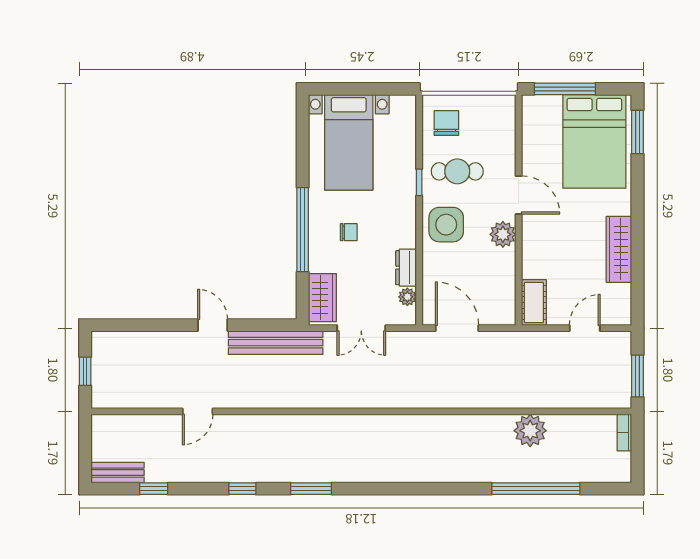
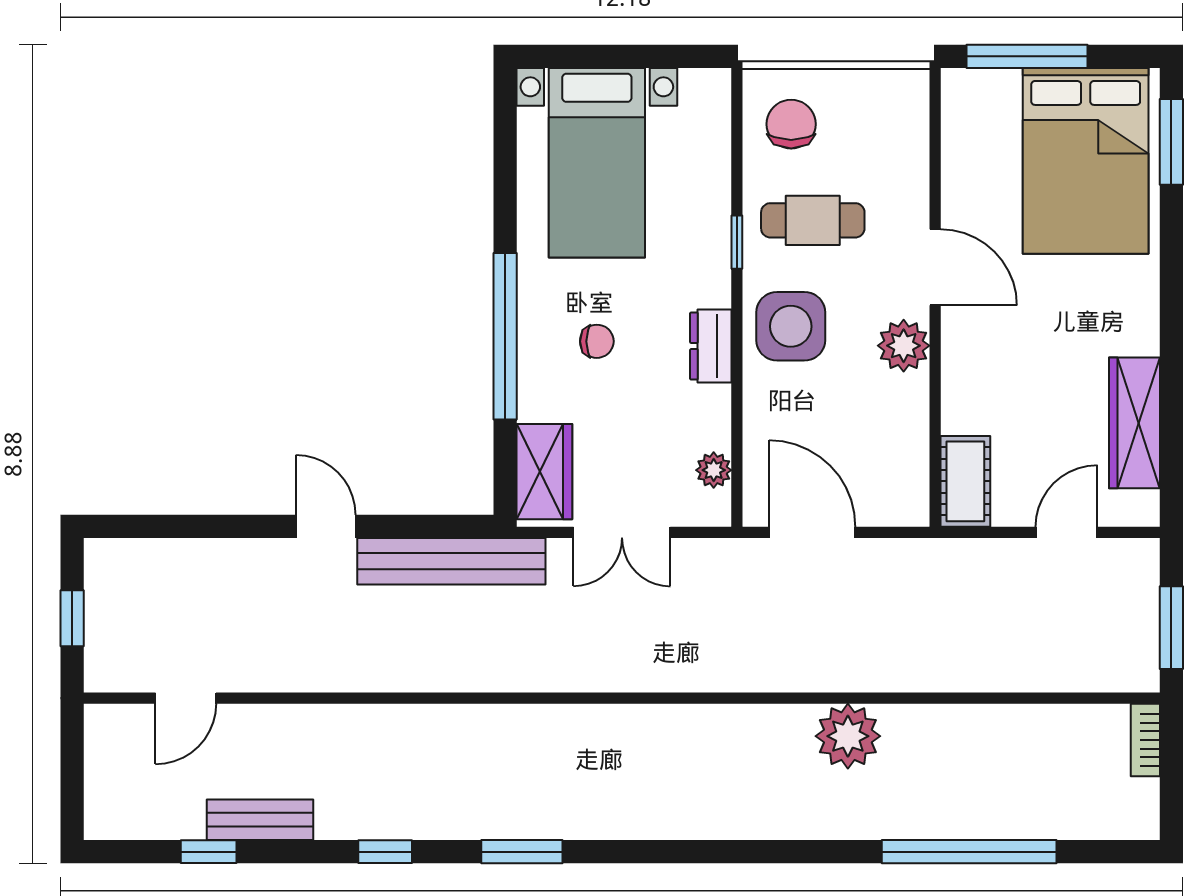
wardrobe: (619, 249) -> (1135, 423), moved
dresser: (406, 268) -> (711, 346), moved
door: (198, 411) -> (186, 698), moved
plant: (530, 431) -> (848, 736), moved
bench: (118, 473) -> (260, 820), moved

